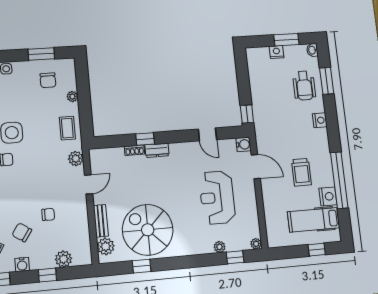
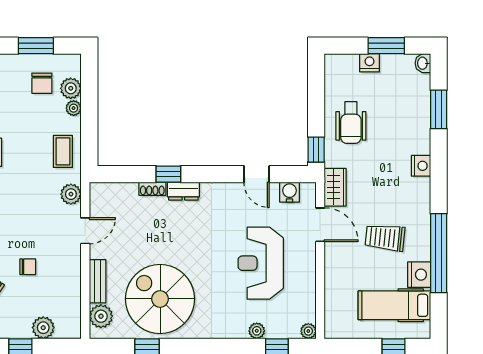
plant: (69, 83) -> (71, 88), added
wheelchair: (304, 86) -> (351, 123), moved
wardrobe: (263, 140) -> (335, 187), added
water cooler: (243, 144) -> (290, 192), moved, turned -90
trolley: (301, 172) -> (385, 238), turned 96

